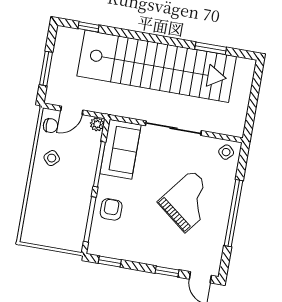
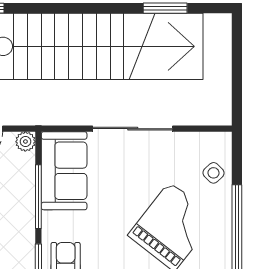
side table: (226, 152) -> (214, 173), moved

